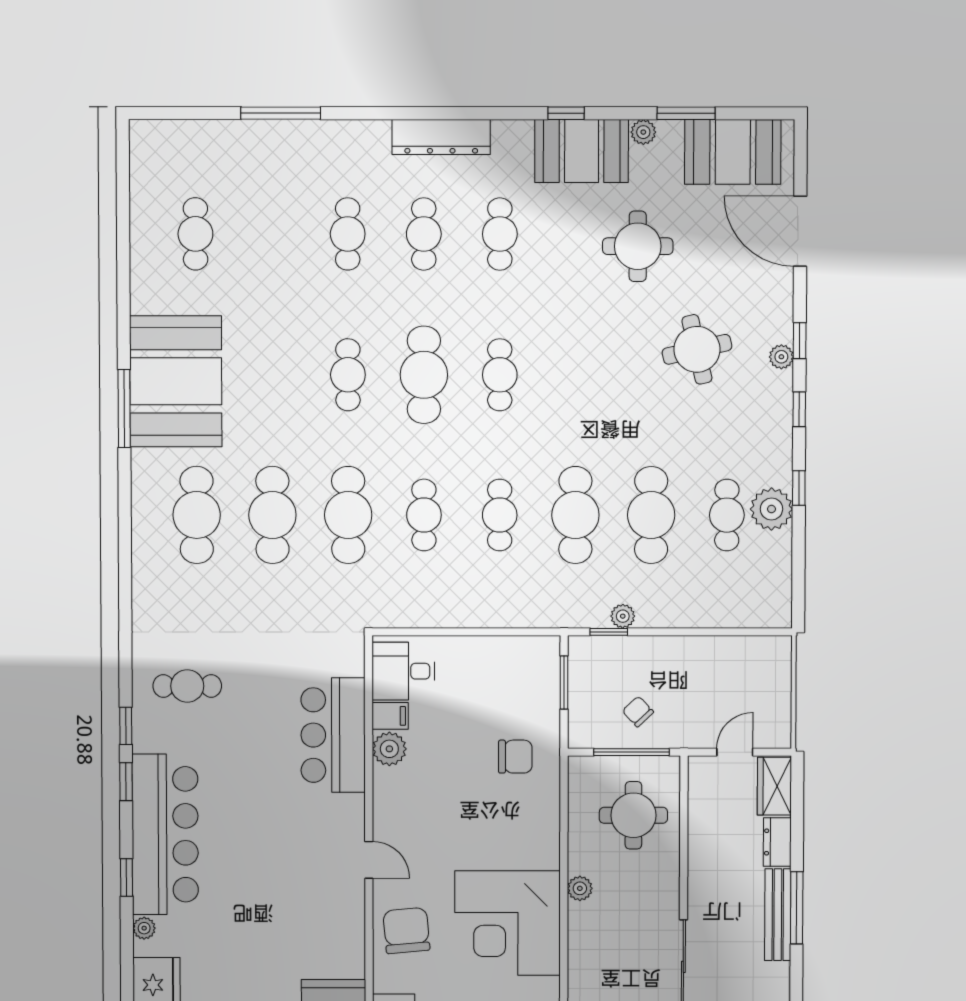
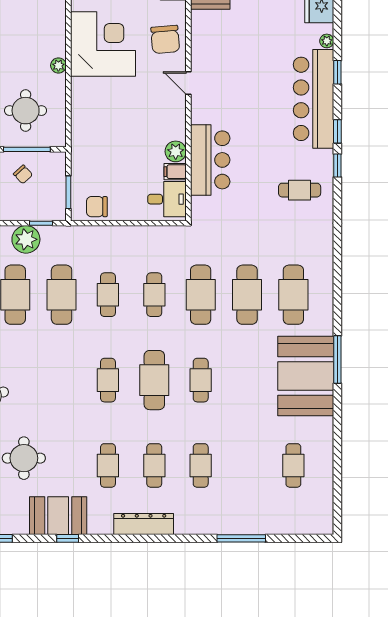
plant: (643, 132) -> (21, 527), removed
plant: (623, 616) -> (26, 239), width x1.87, depth x1.87
chair: (515, 757) -> (97, 207), moved

